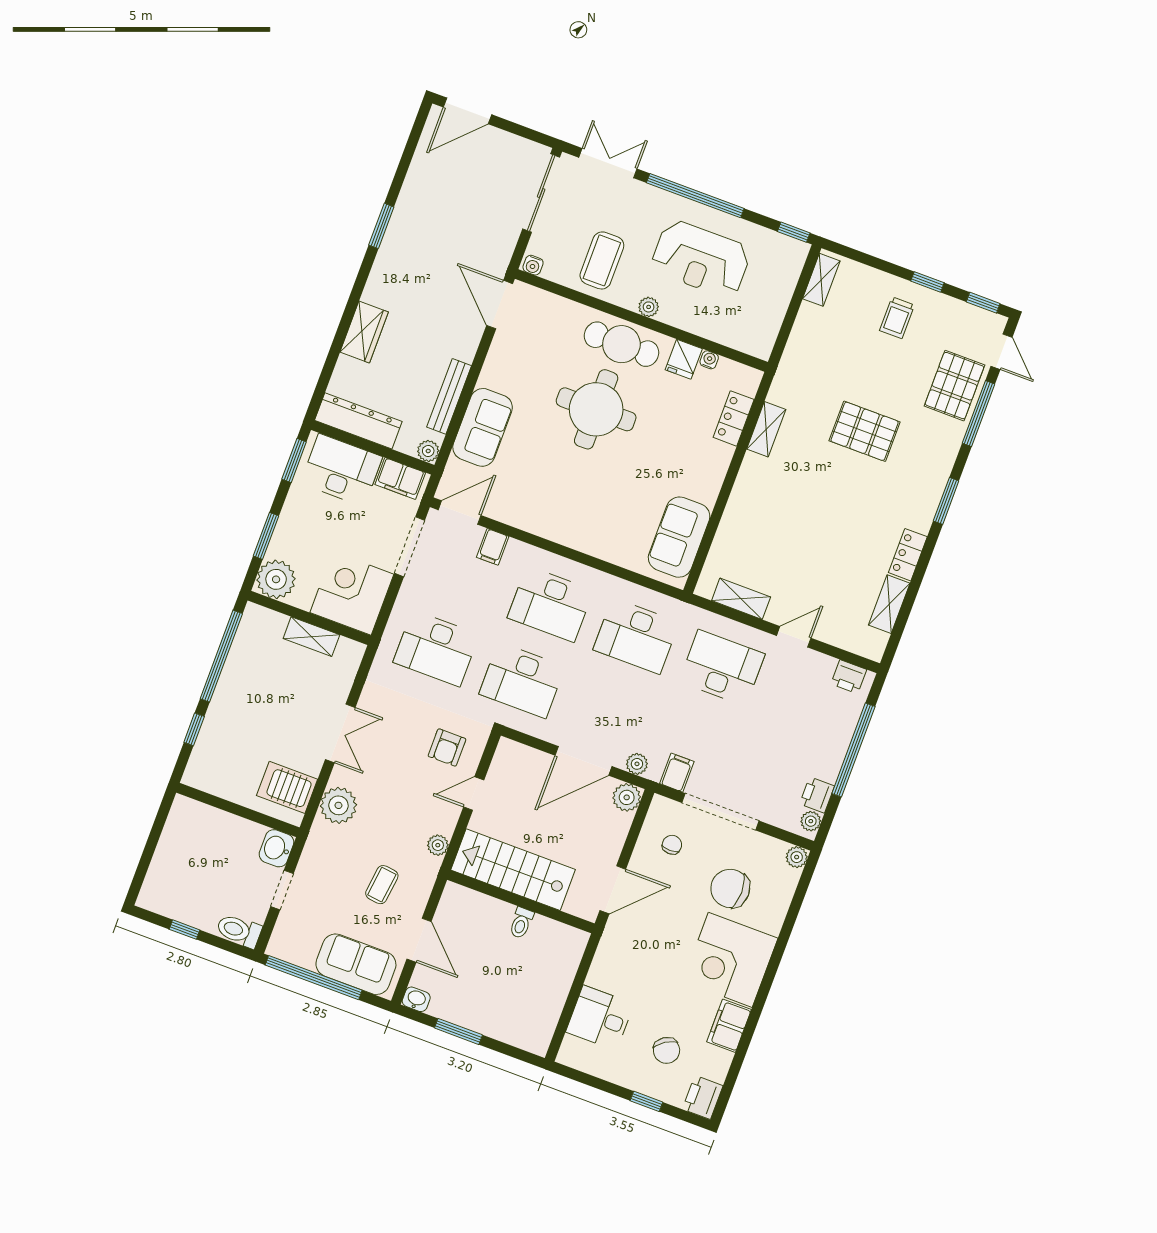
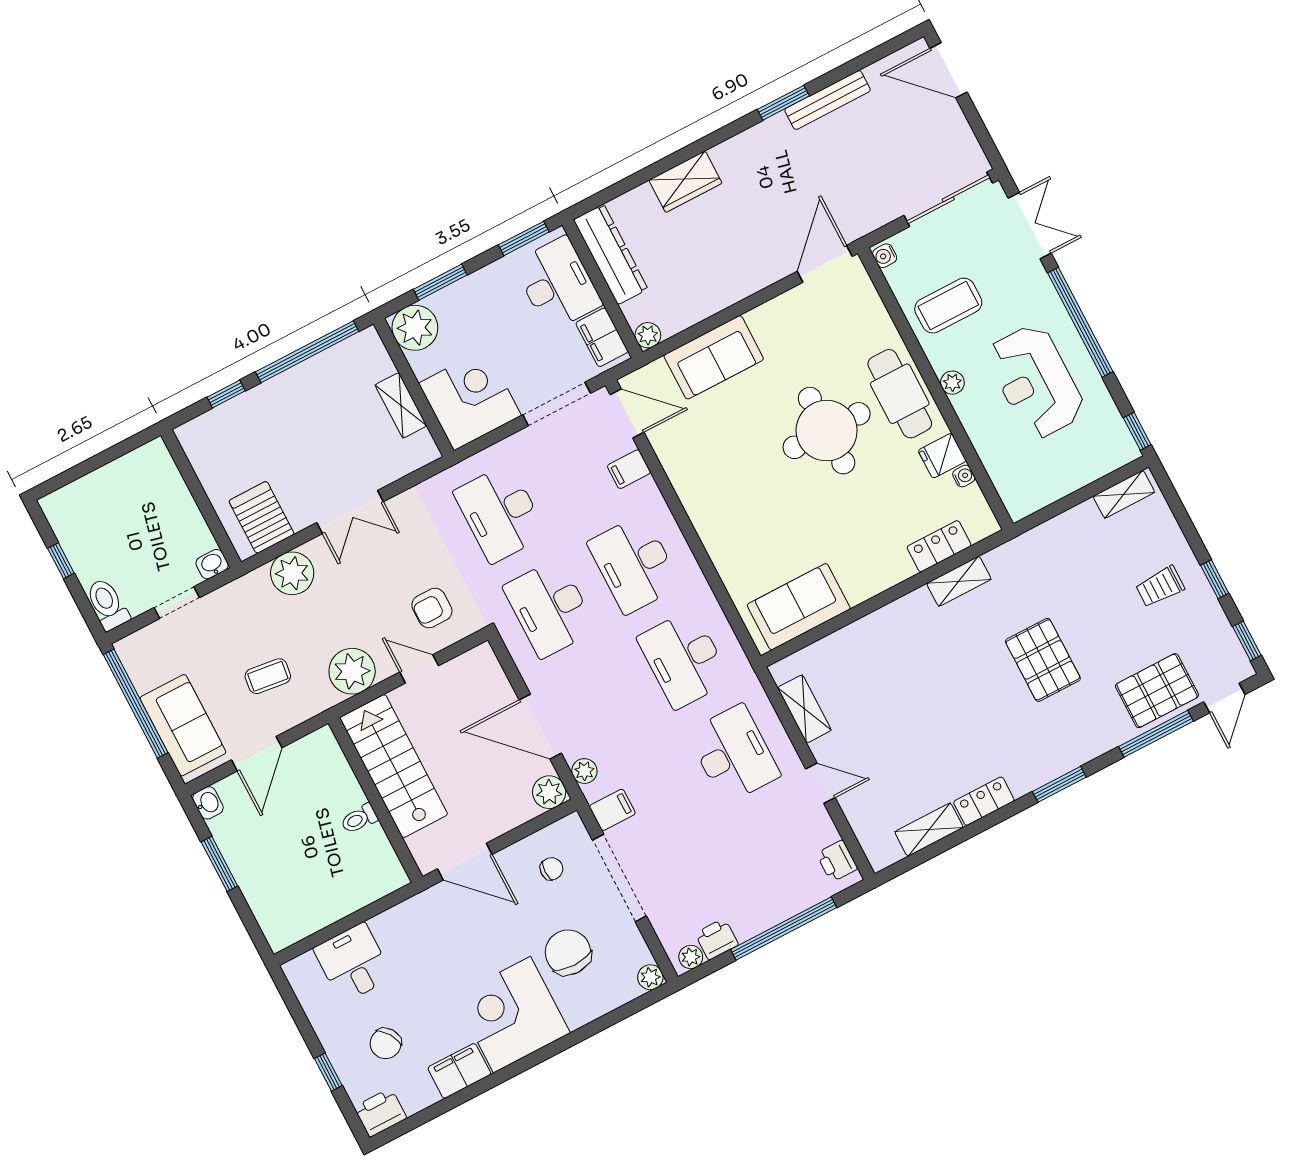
bench: (449, 396) -> (827, 100), moved
plant: (438, 845) -> (352, 671), width x1.88, depth x1.88
washbasin: (276, 848) -> (212, 564), width x0.72, depth x0.69

